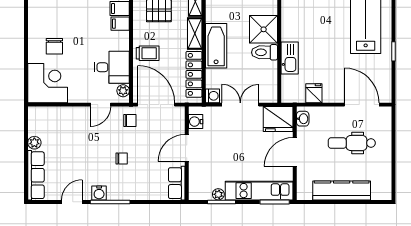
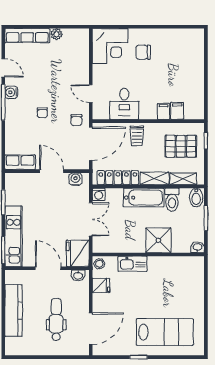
toilet: (265, 52) -> (172, 200), moved, turned 180
plant: (123, 91) -> (103, 114), removed
stool: (290, 95) -> (99, 264), added
plant: (218, 194) -> (10, 200), removed

